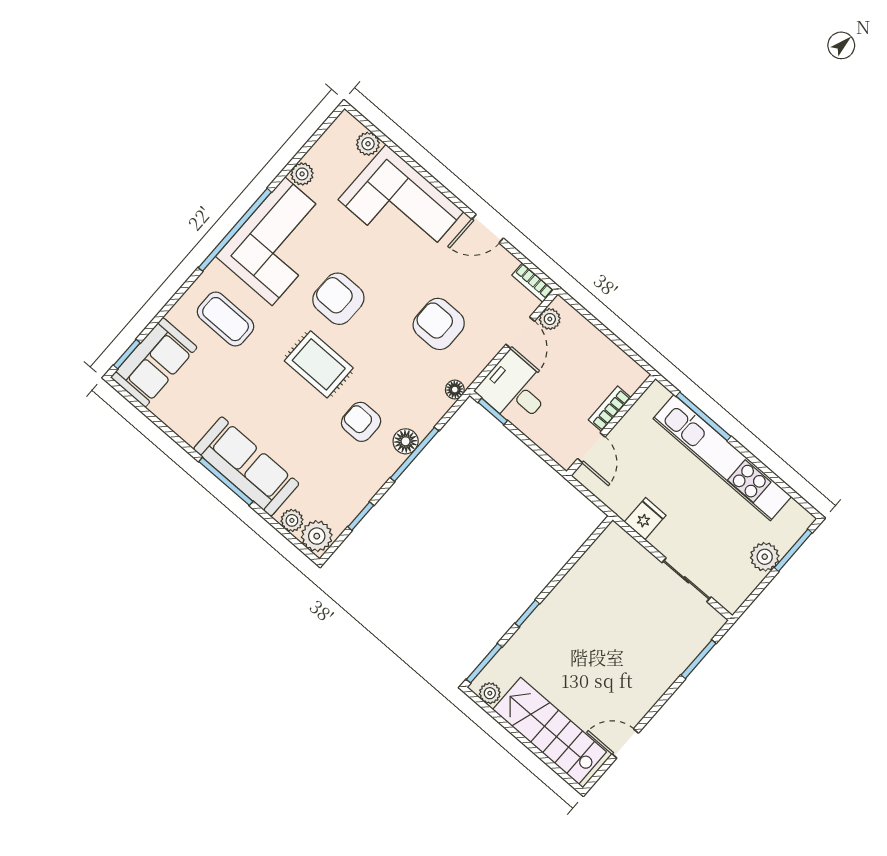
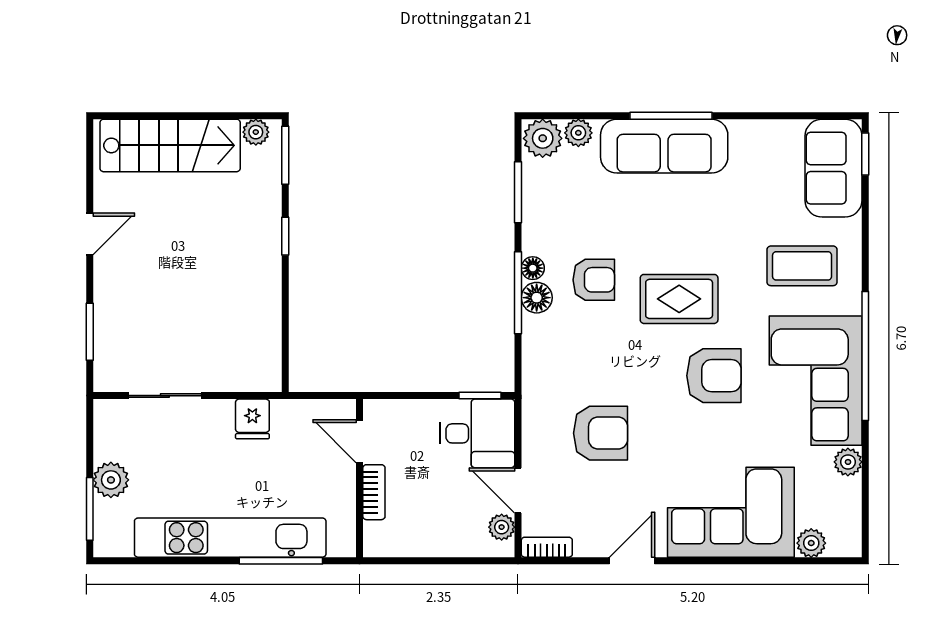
floor lamp: (455, 390) -> (533, 268), moved
window: (361, 516) -> (518, 192), width x1.50
door: (625, 744) -> (90, 234), moved

